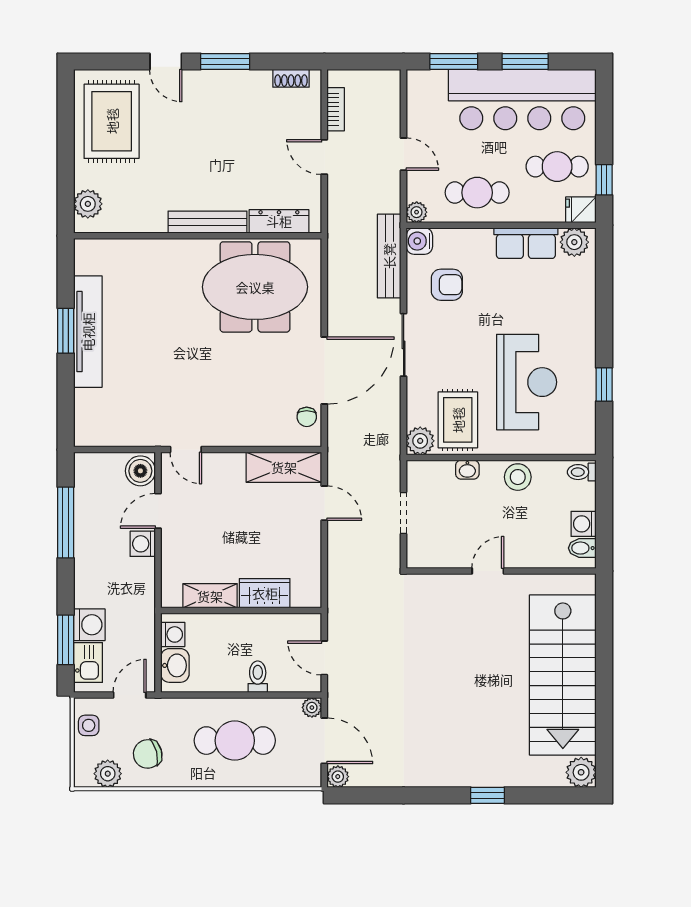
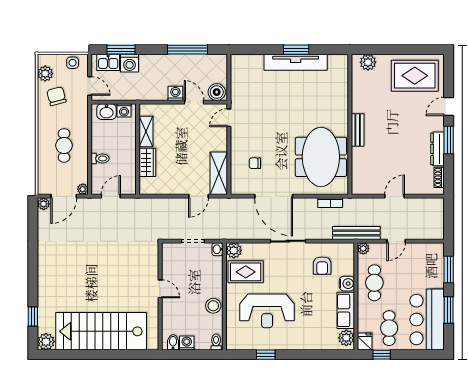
bar counter: (522, 100) -> (427, 320), width x0.73
bookcase: (336, 109) -> (330, 203), moved
dresser: (279, 221) -> (437, 149), moved, turned 180
bench: (207, 222) -> (358, 130), width x0.73
water cooler: (419, 241) -> (347, 284), moved, turned 90
bench: (389, 256) -> (356, 233), moved
chair: (307, 417) -> (255, 163), moved
washbasin: (467, 470) -> (217, 249), moved
cafe table: (235, 741) -> (64, 145), width x0.73, depth x0.74
window: (487, 795) -> (33, 317), moved

